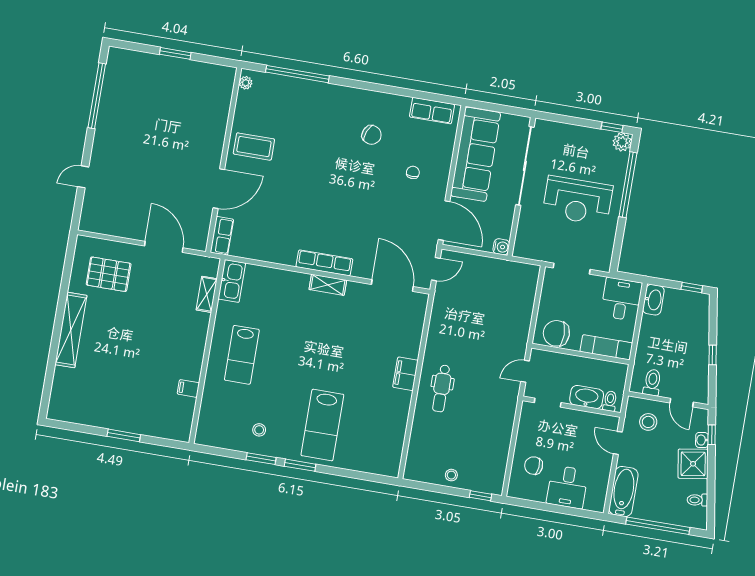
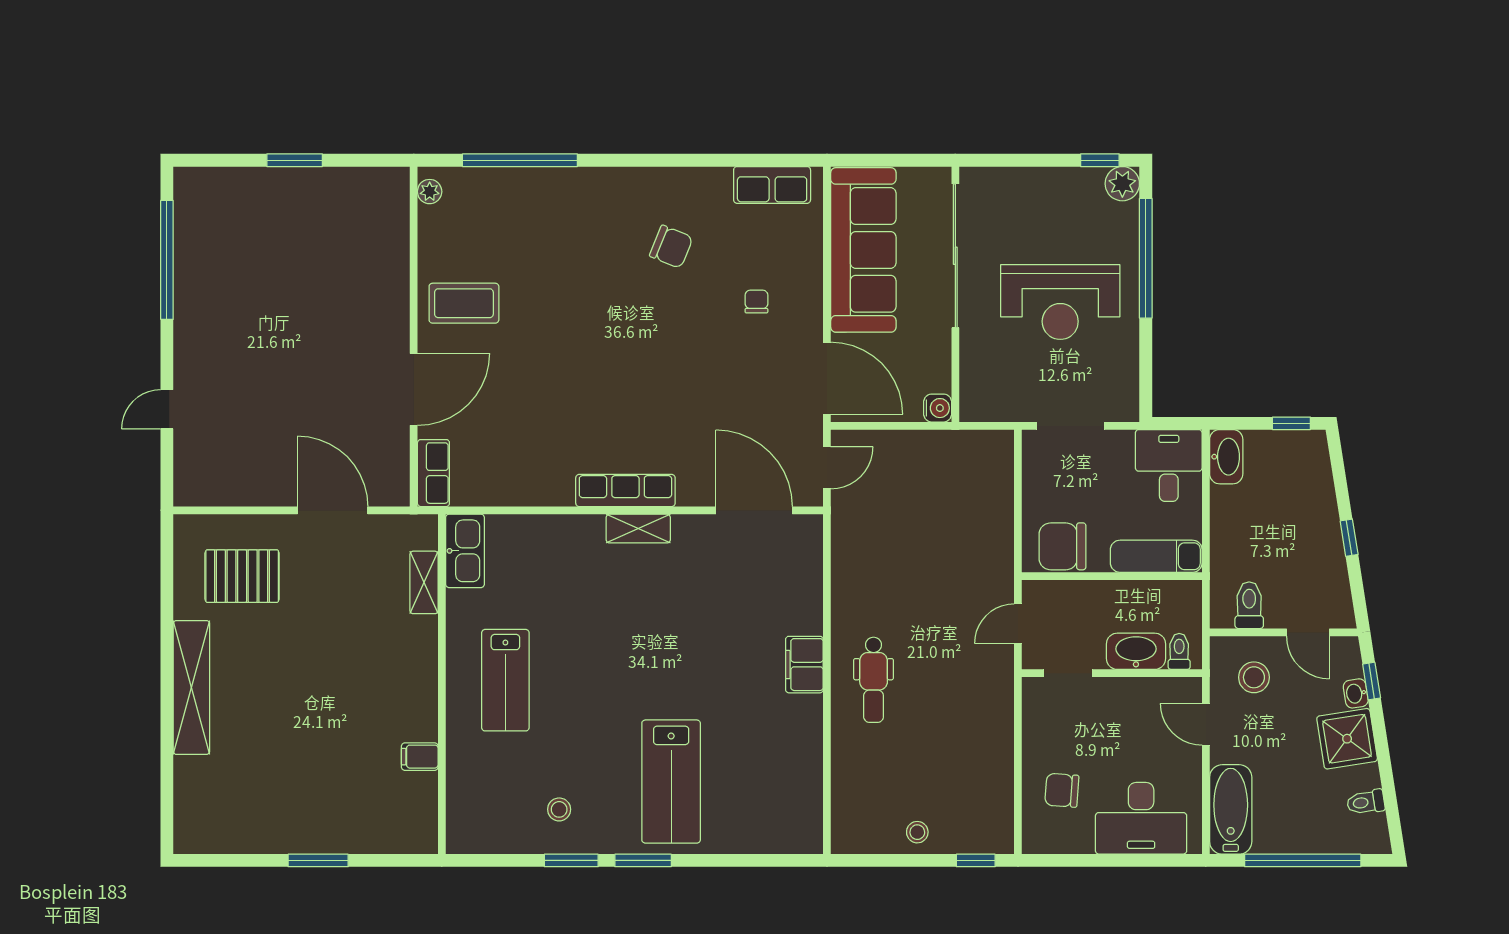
desk: (567, 487) -> (1141, 818), width x1.37

